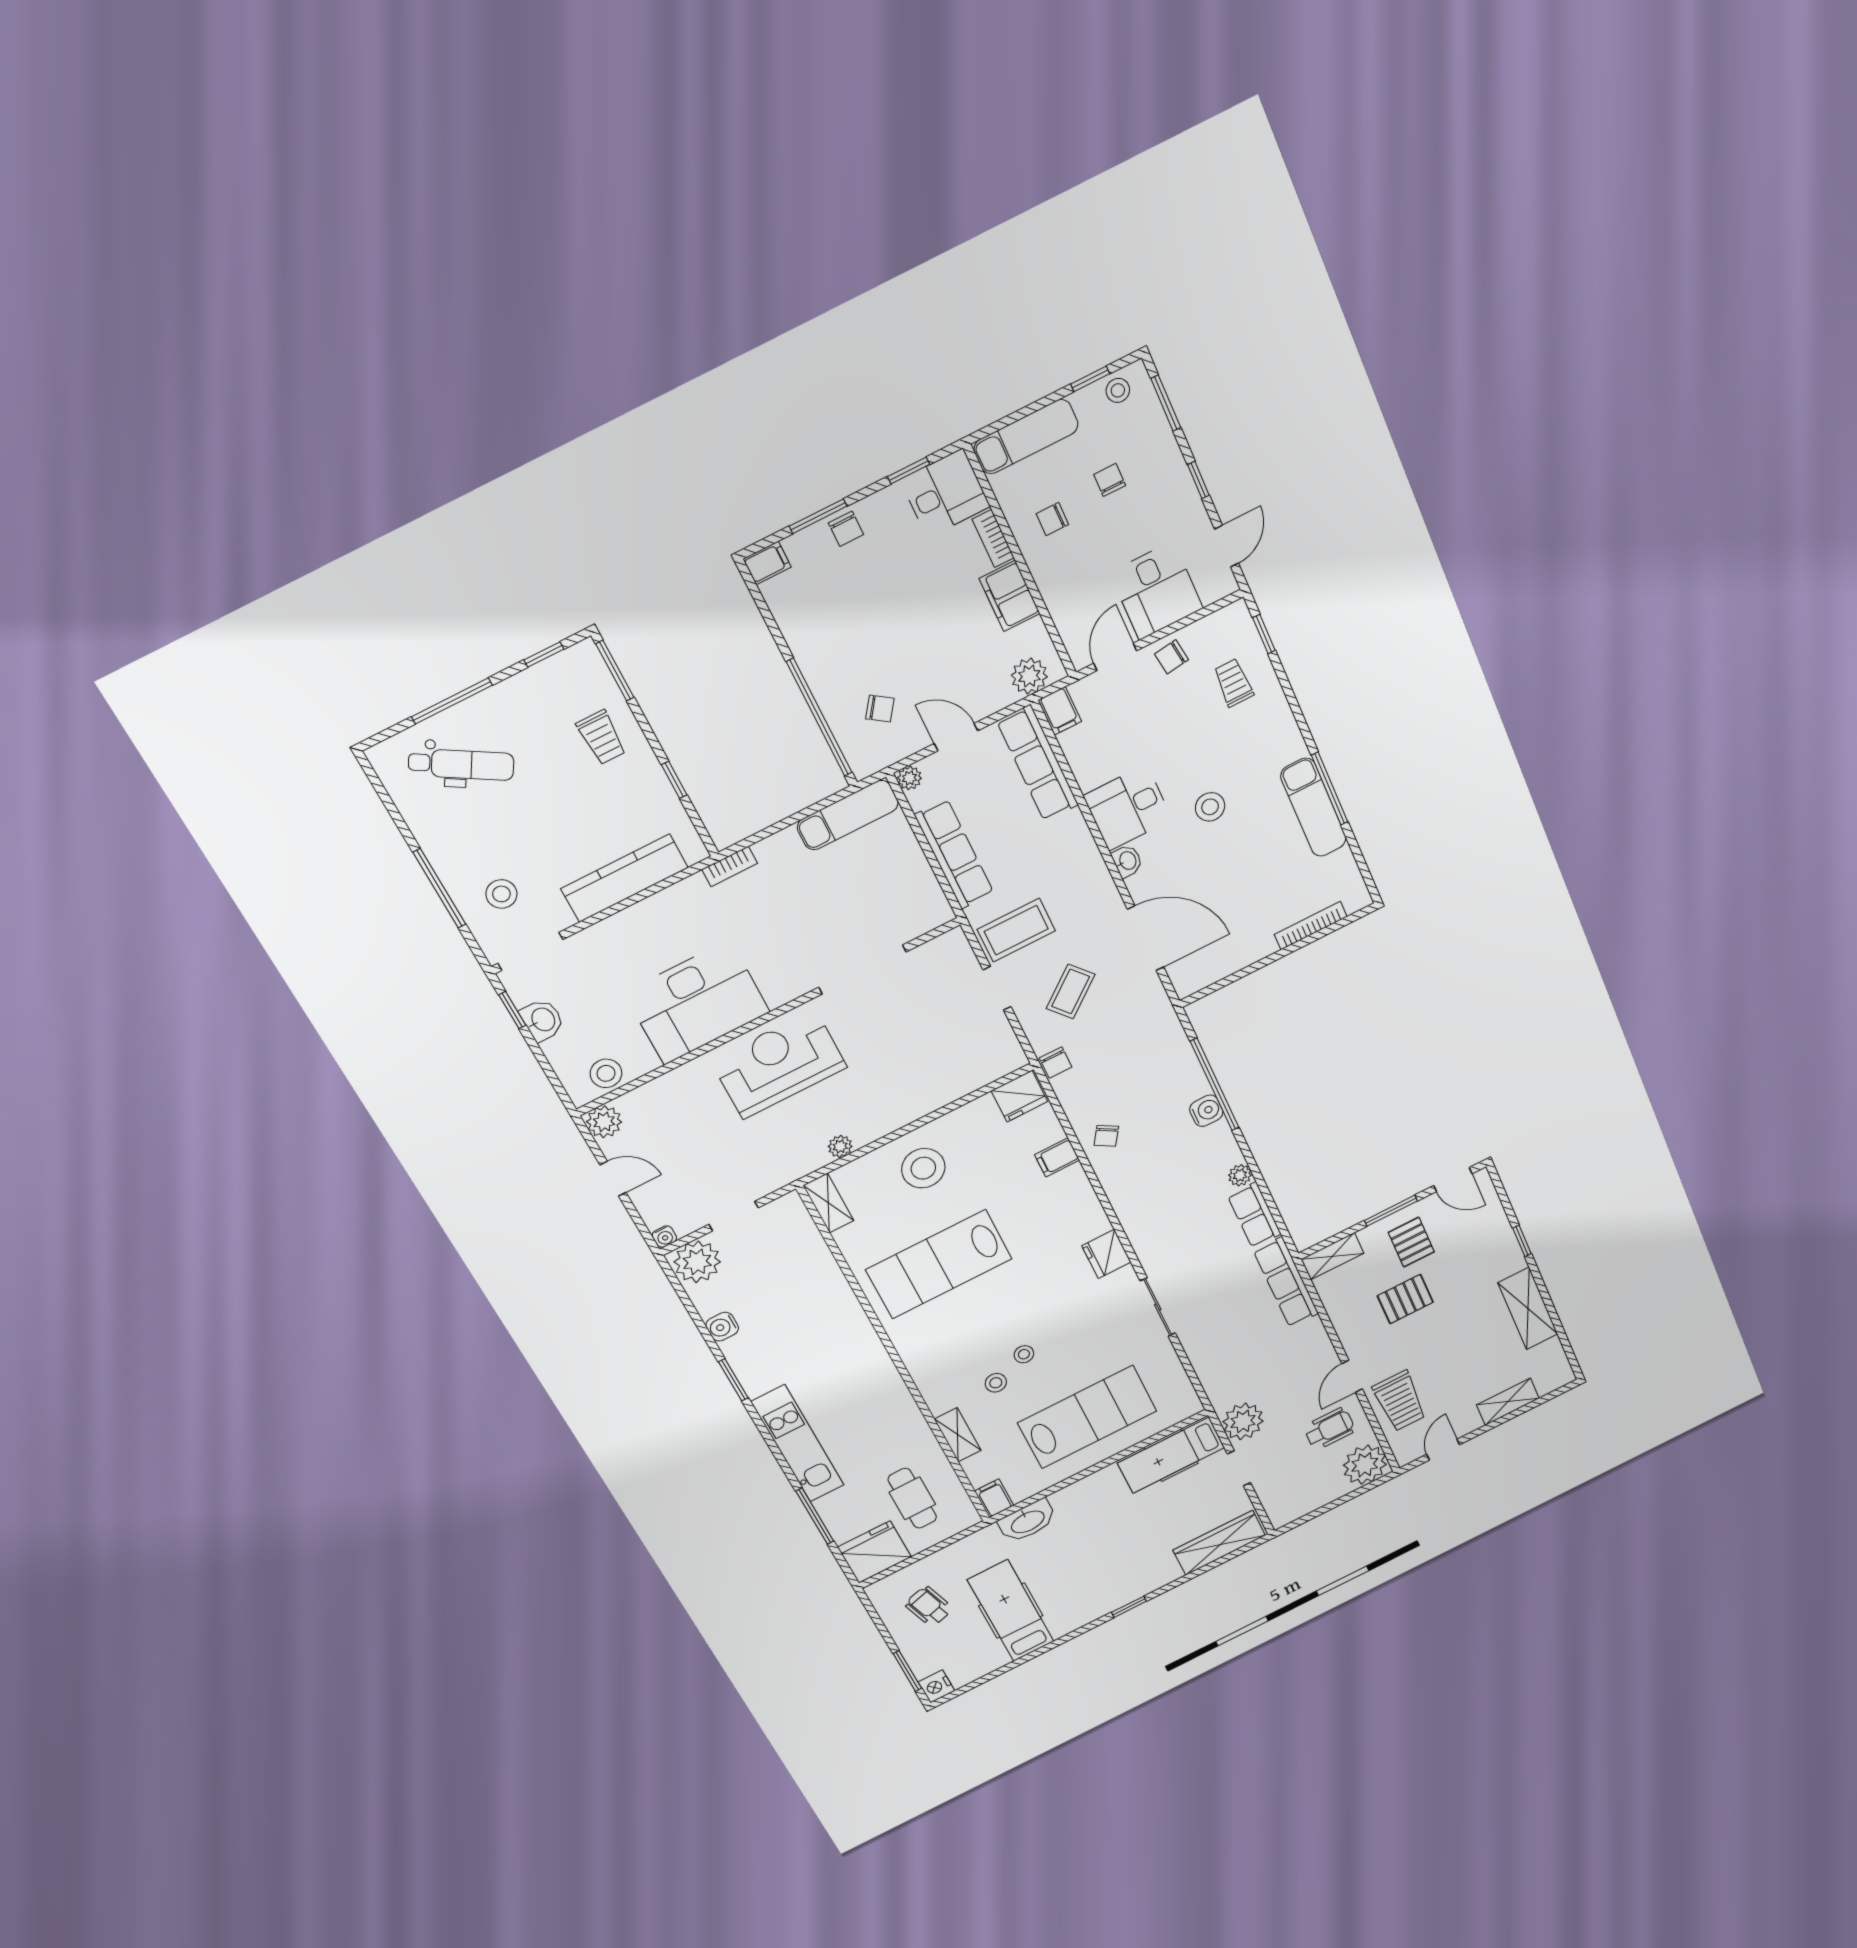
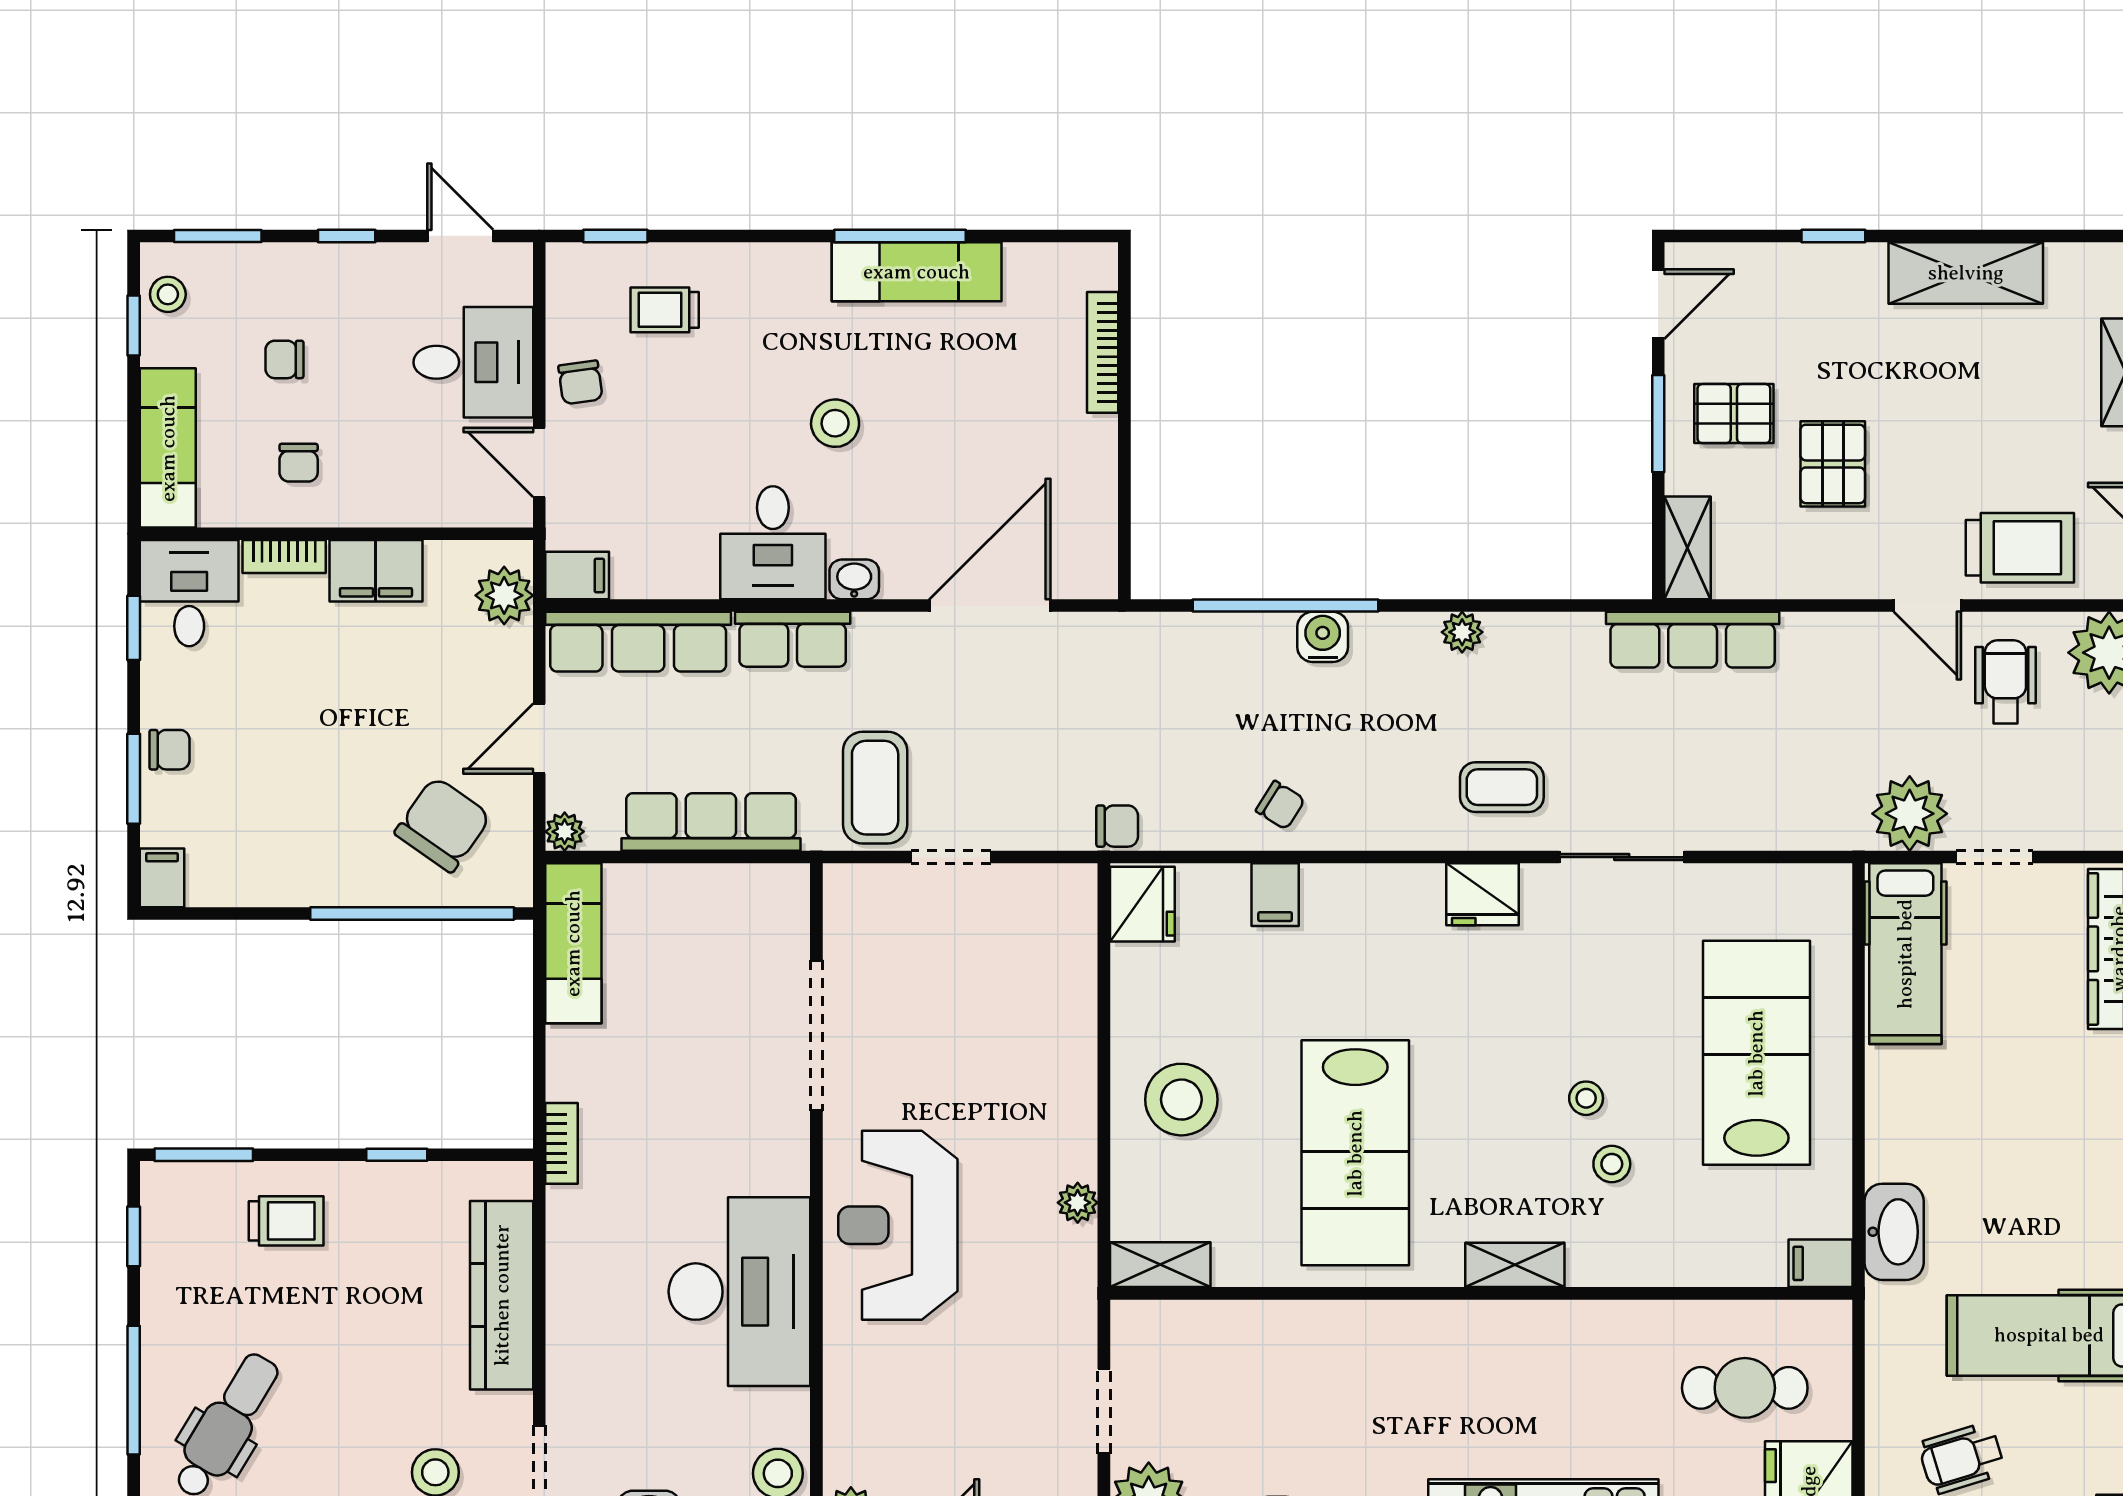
chair: (880, 709) -> (443, 824), width x1.87, depth x1.87
coffee table: (1071, 991) -> (1502, 787), moved, turned -50
row of seats: (1254, 1215) -> (793, 639), moved
shelving: (958, 1435) -> (1515, 1265), moved

